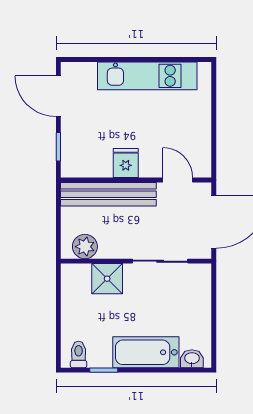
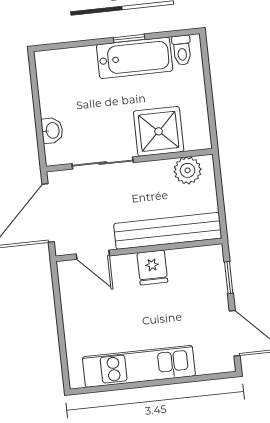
shower: (107, 279) -> (159, 131), width x1.36, depth x1.36
bathtub: (146, 352) -> (135, 58), moved
washbasin: (192, 359) -> (52, 130), moved, turned -90
window: (104, 370) -> (129, 38), moved

